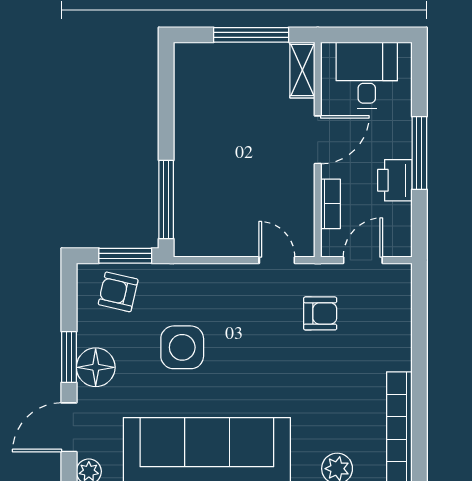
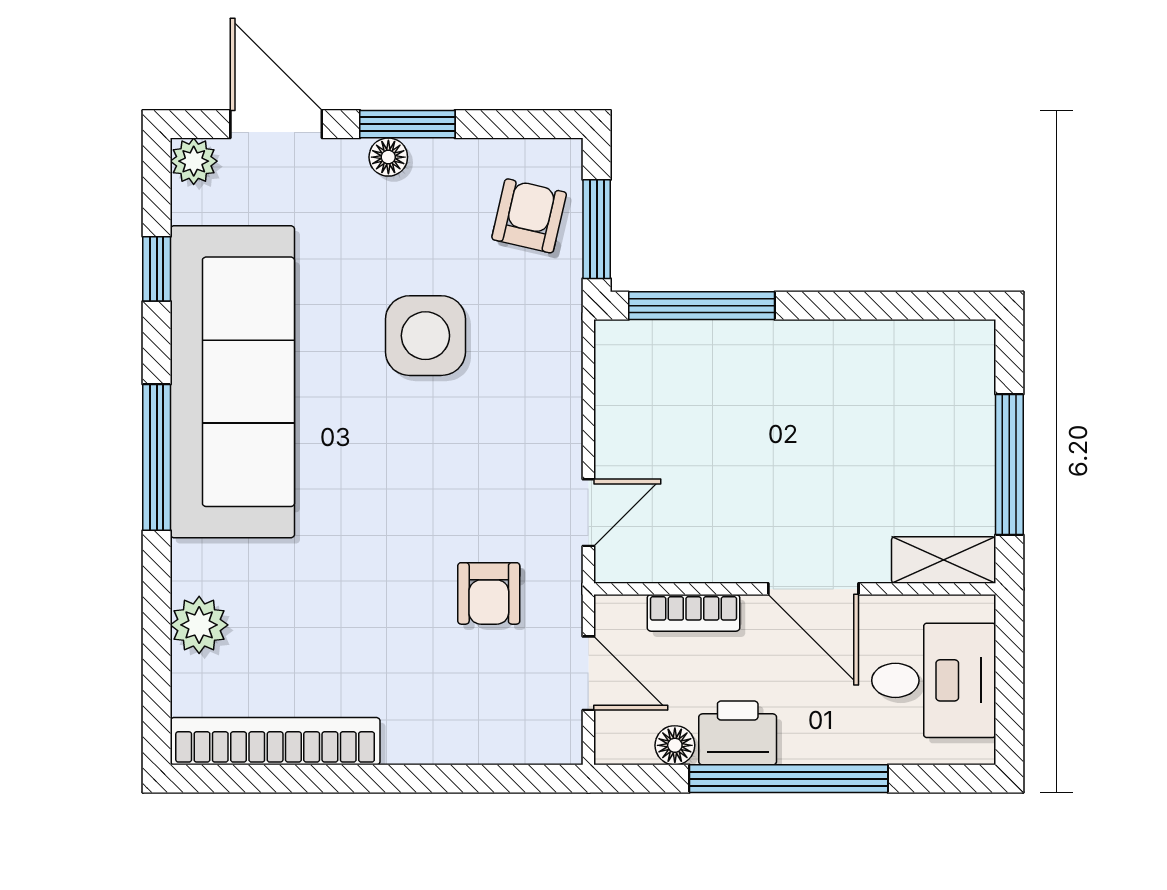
window: (419, 153) -> (789, 779), width x1.46
floor lamp: (401, 214) -> (675, 745), added
floor lamp: (96, 367) -> (388, 157), width x0.53, depth x0.53

